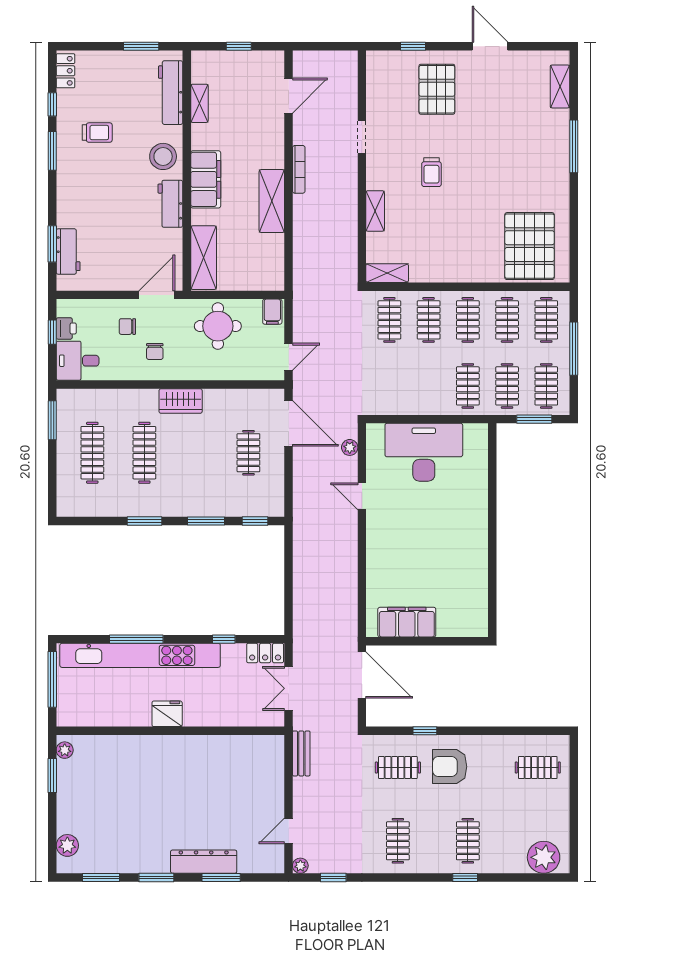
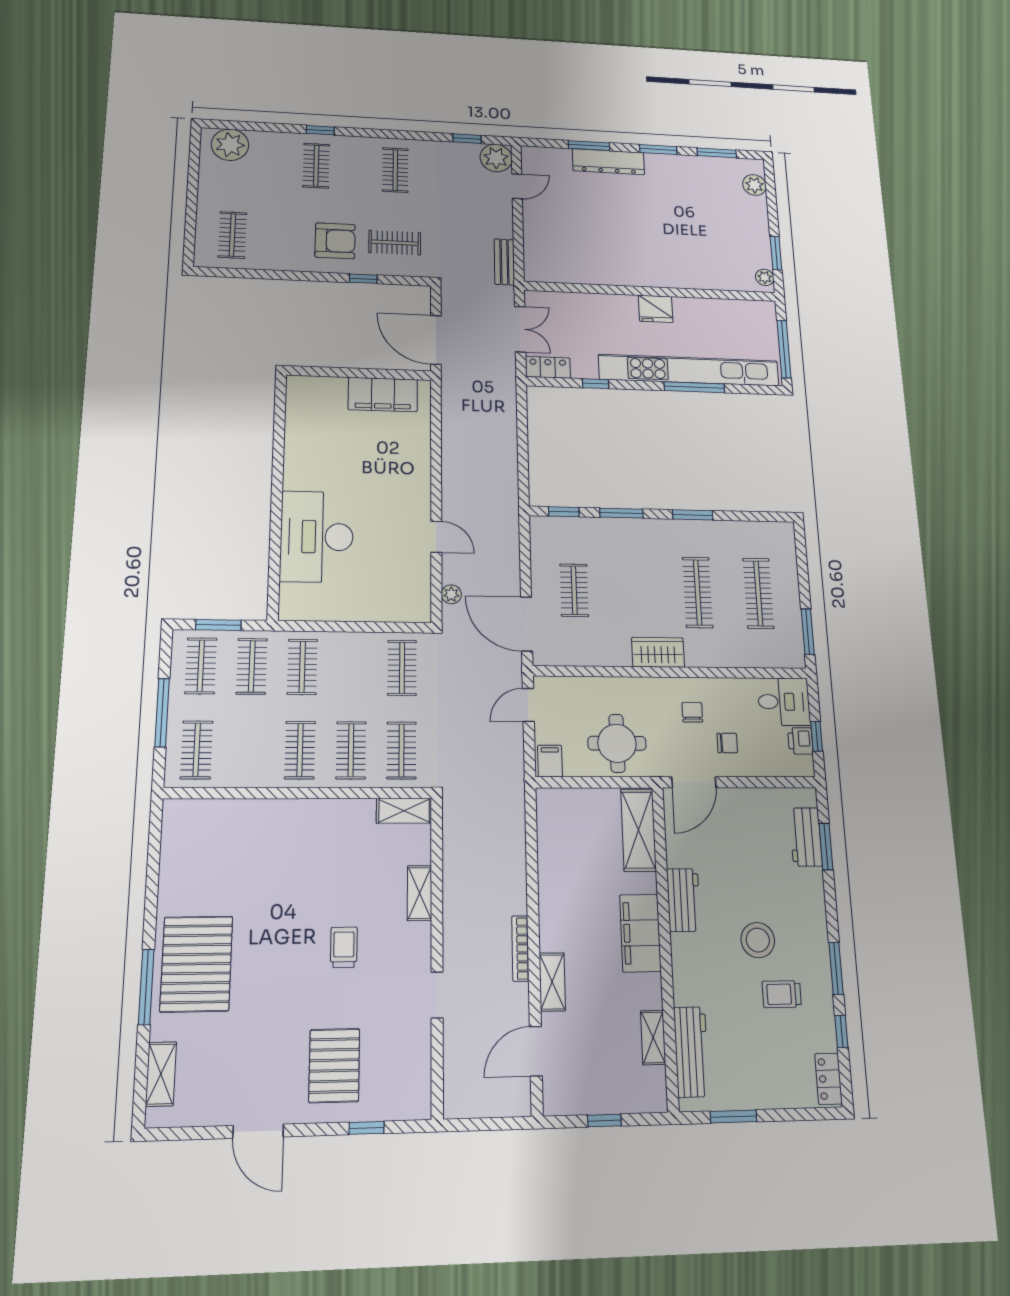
stool: (163, 156) -> (758, 940), moved
shelving: (272, 201) -> (552, 982), moved, width x0.67, depth x0.75
pallet: (530, 246) -> (197, 964), moved
clothes rail: (507, 320) -> (402, 668), moved
desk: (424, 452) -> (317, 537), moved, turned 90
clothes rail: (538, 768) -> (232, 235), turned 90
plant: (300, 866) -> (496, 158), width x1.88, depth x1.88

